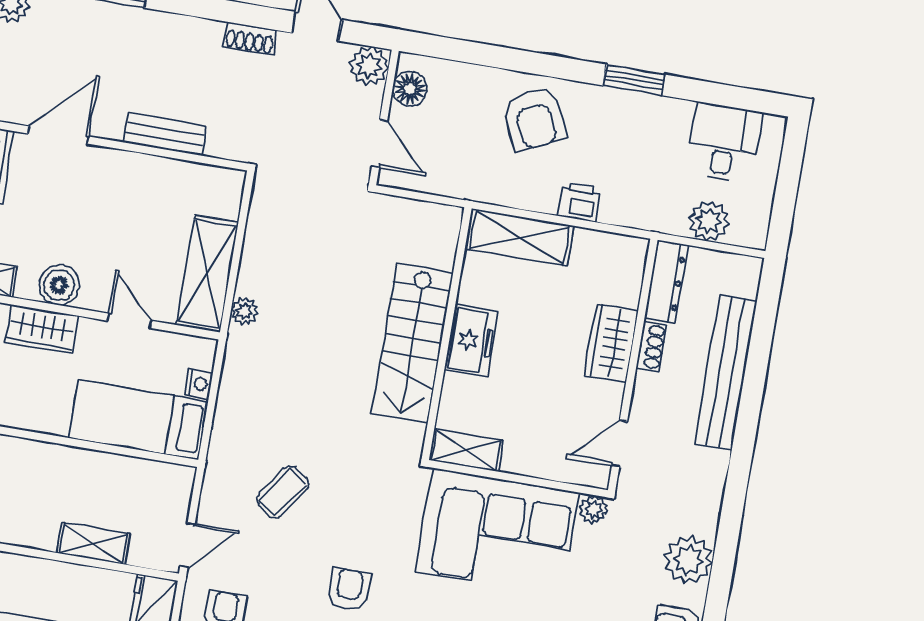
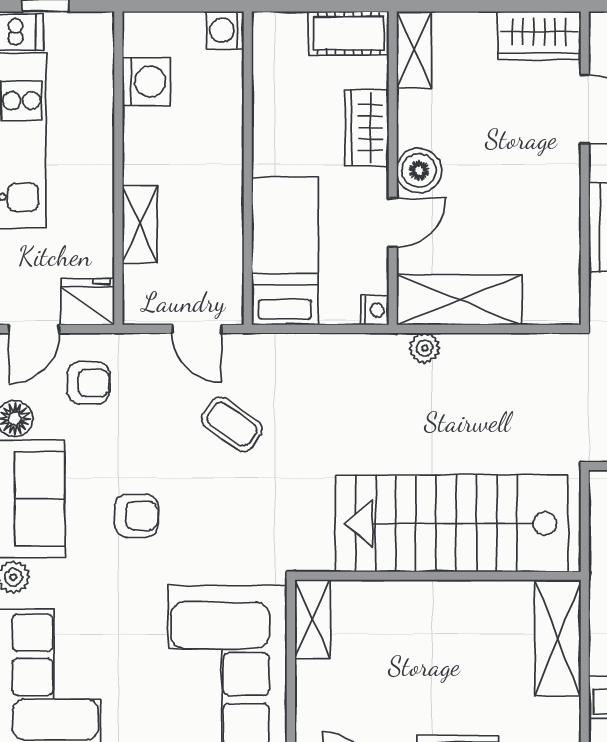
boiler: (59, 285) -> (419, 171), moved
freezer: (471, 340) -> (435, 604), removed
stairs: (412, 343) -> (452, 523), width x1.36, depth x1.51
nightstand: (199, 384) -> (375, 310), moved, turned -90
door: (188, 545) -> (197, 329), moved

